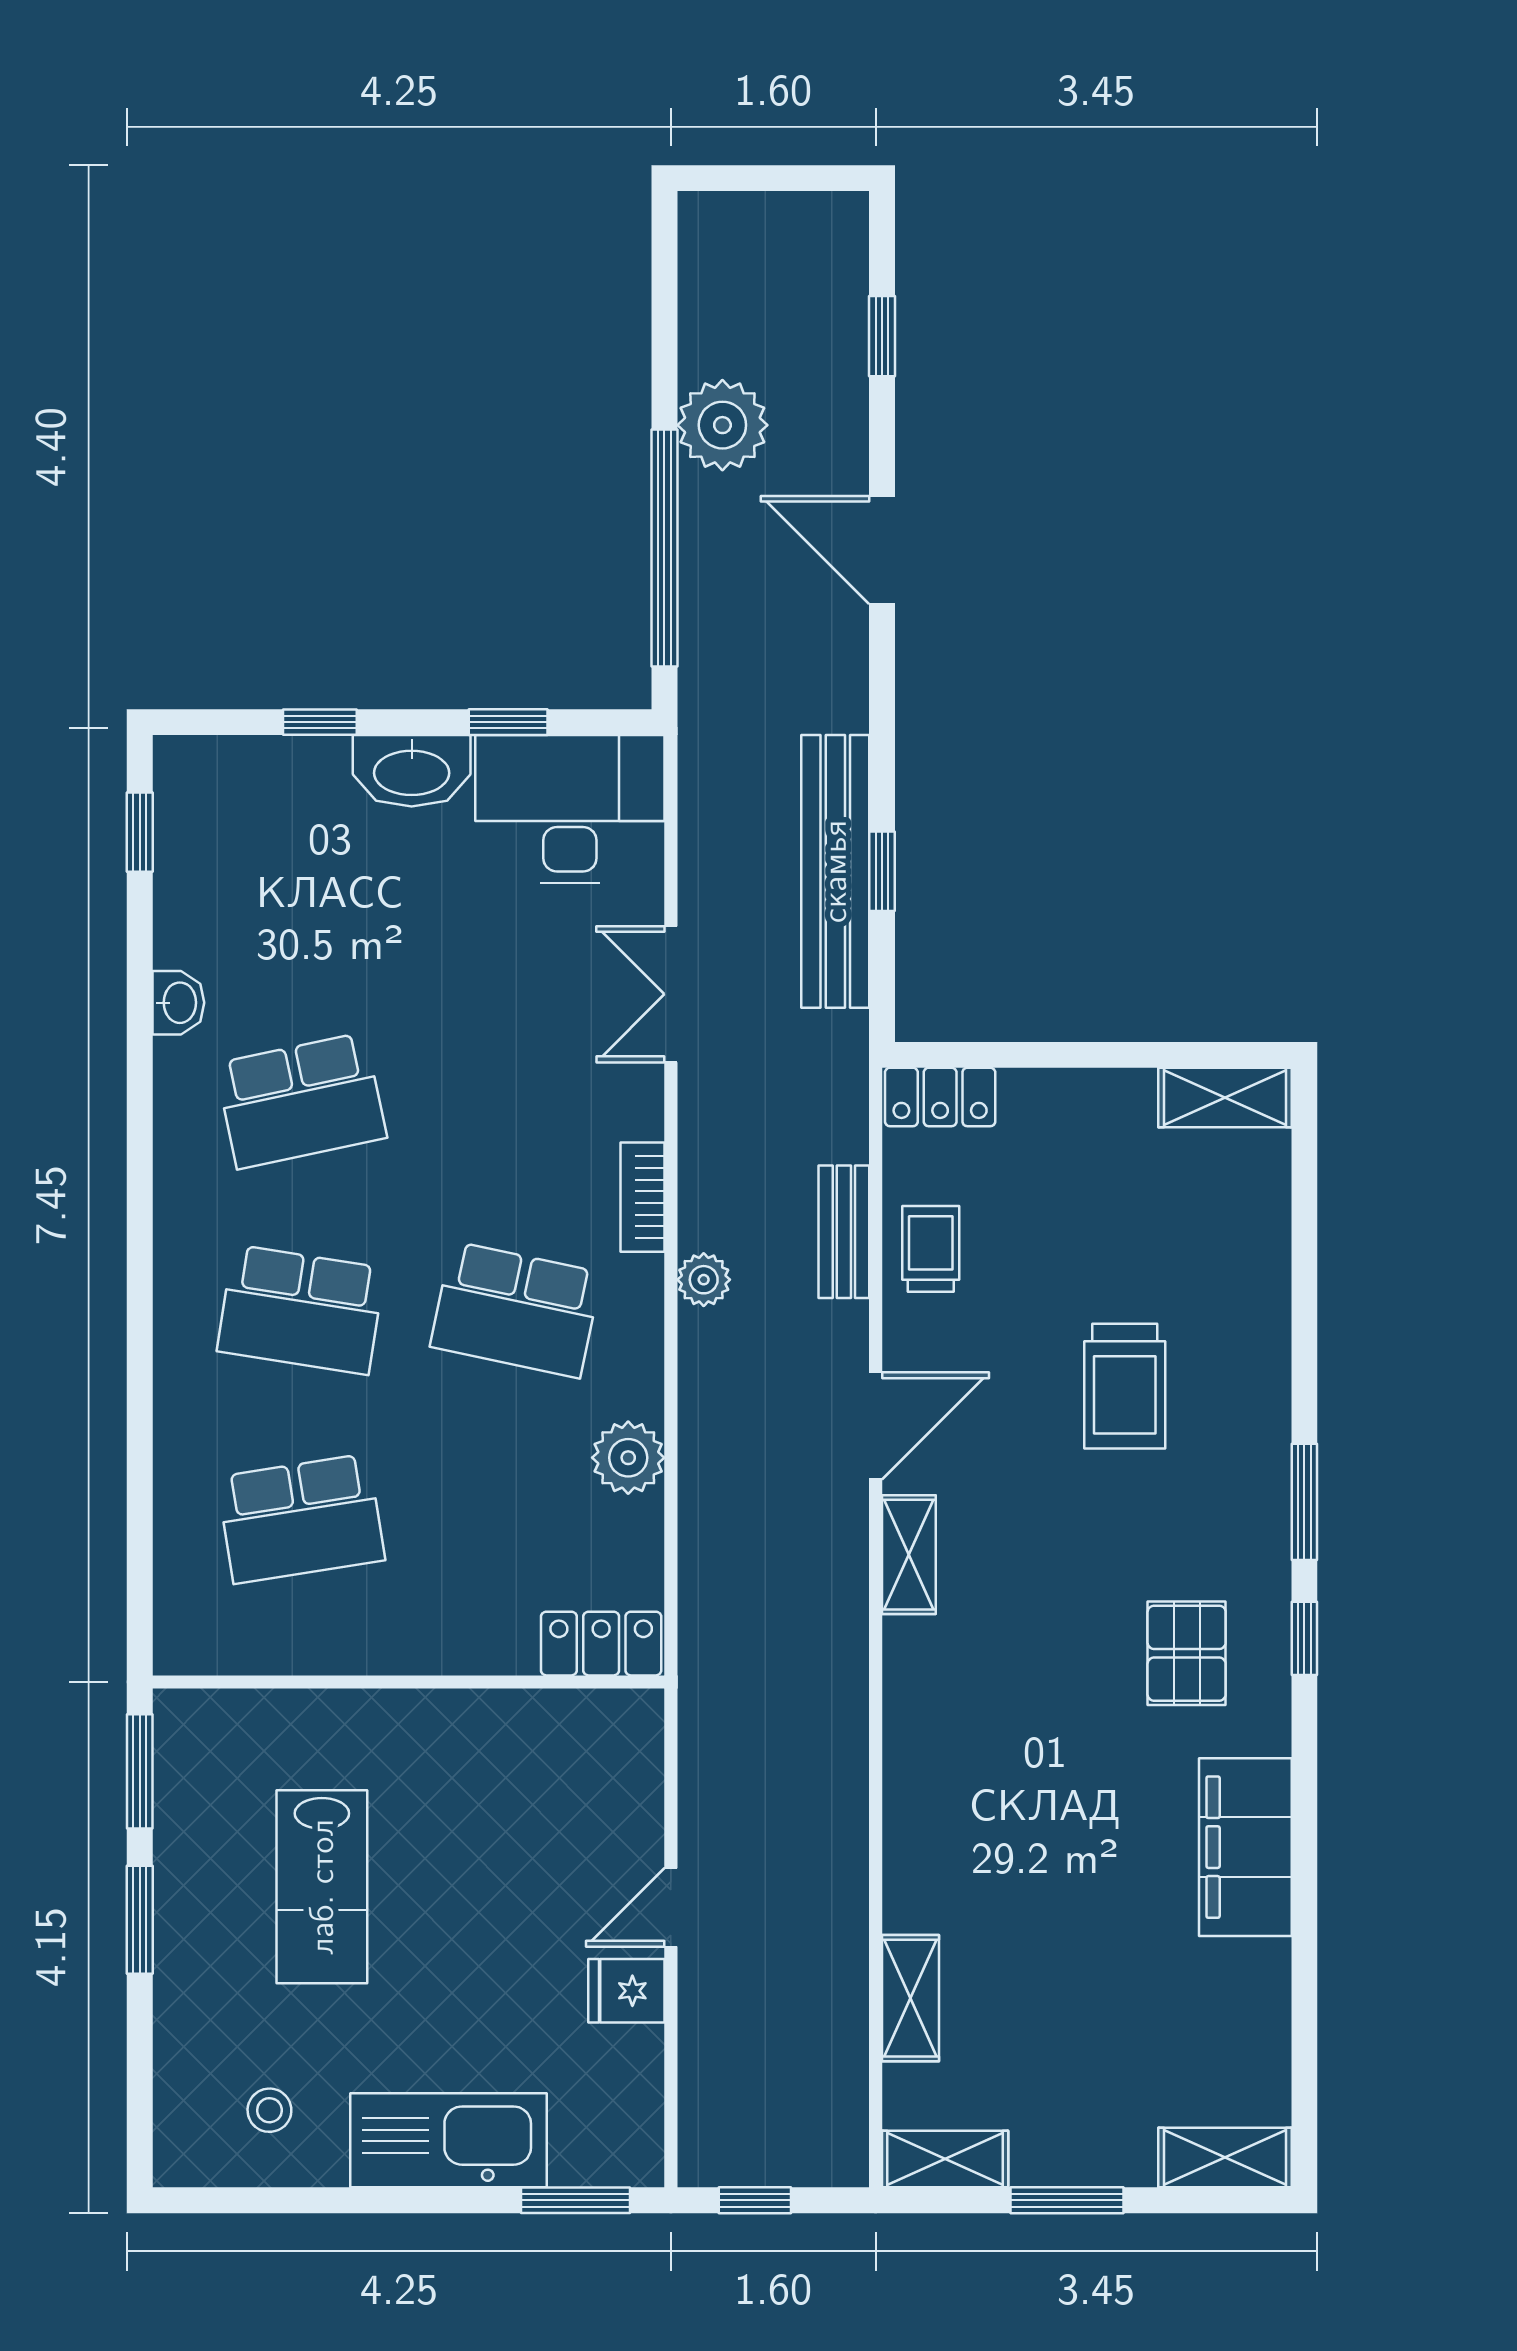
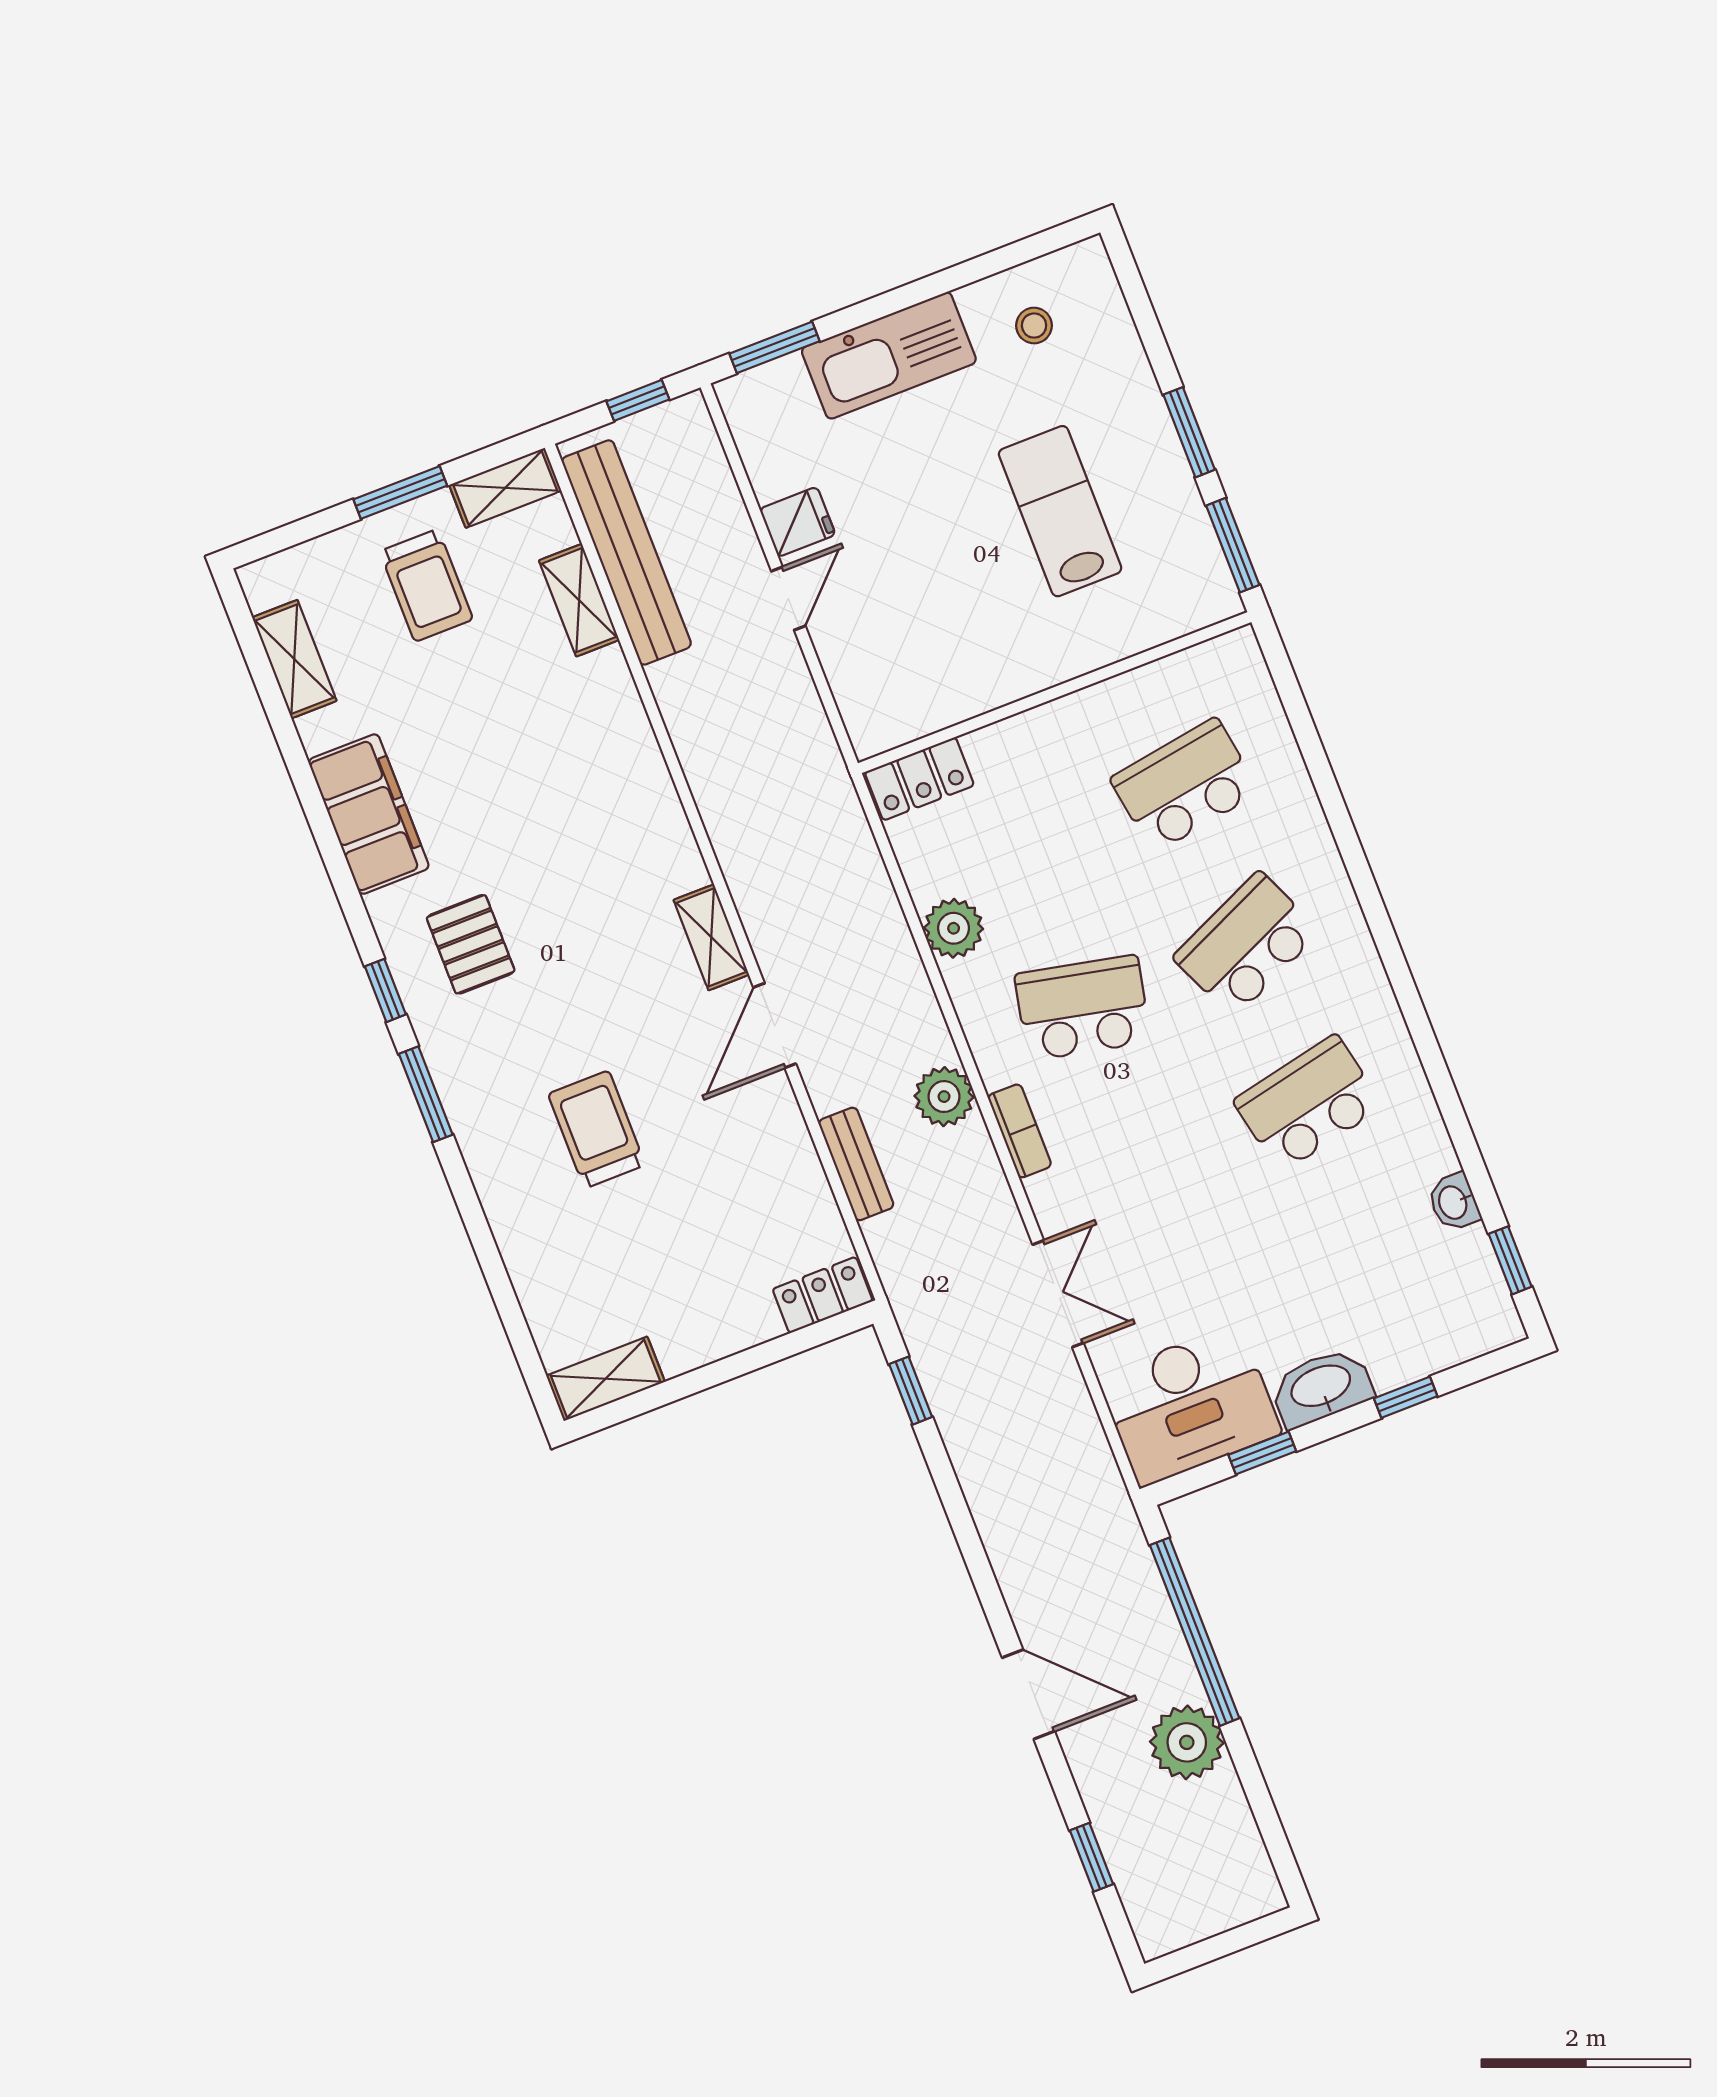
bench: (835, 871) -> (626, 552), moved
window: (882, 871) -> (911, 1391), moved
washbasin: (178, 1003) -> (1454, 1202), moved
trolley: (931, 1249) -> (426, 585), moved, width x1.36, depth x1.39
plant: (704, 1280) -> (944, 1097), width x1.38, depth x1.38
school desk: (301, 1310) -> (1246, 944), turned -33
shelving: (1225, 2157) -> (294, 659), moved, turned 90

